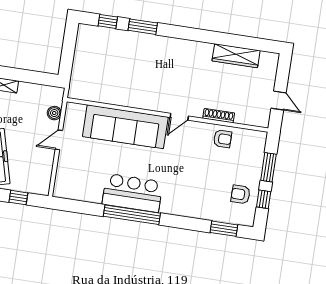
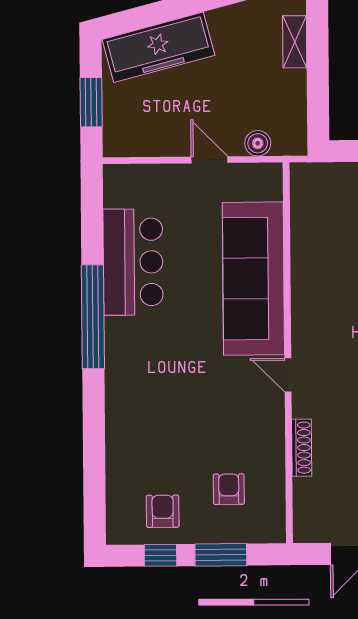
armchair: (222, 139) -> (229, 489), moved, turned 180
bar counter: (132, 193) -> (133, 262), moved
window: (18, 198) -> (91, 102), width x1.50
window: (224, 229) -> (94, 491), removed

